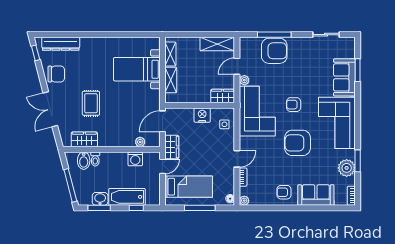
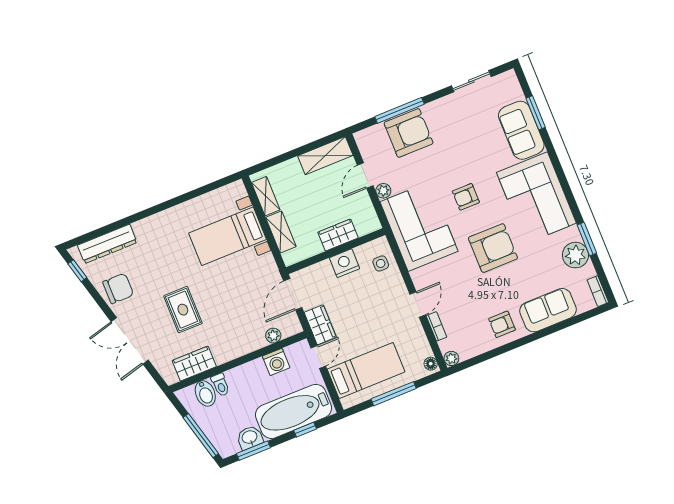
wardrobe: (223, 96) -> (338, 235), moved
armchair: (297, 143) -> (493, 248), turned 180
bathtub: (127, 197) -> (294, 411), width x1.36, depth x1.36

